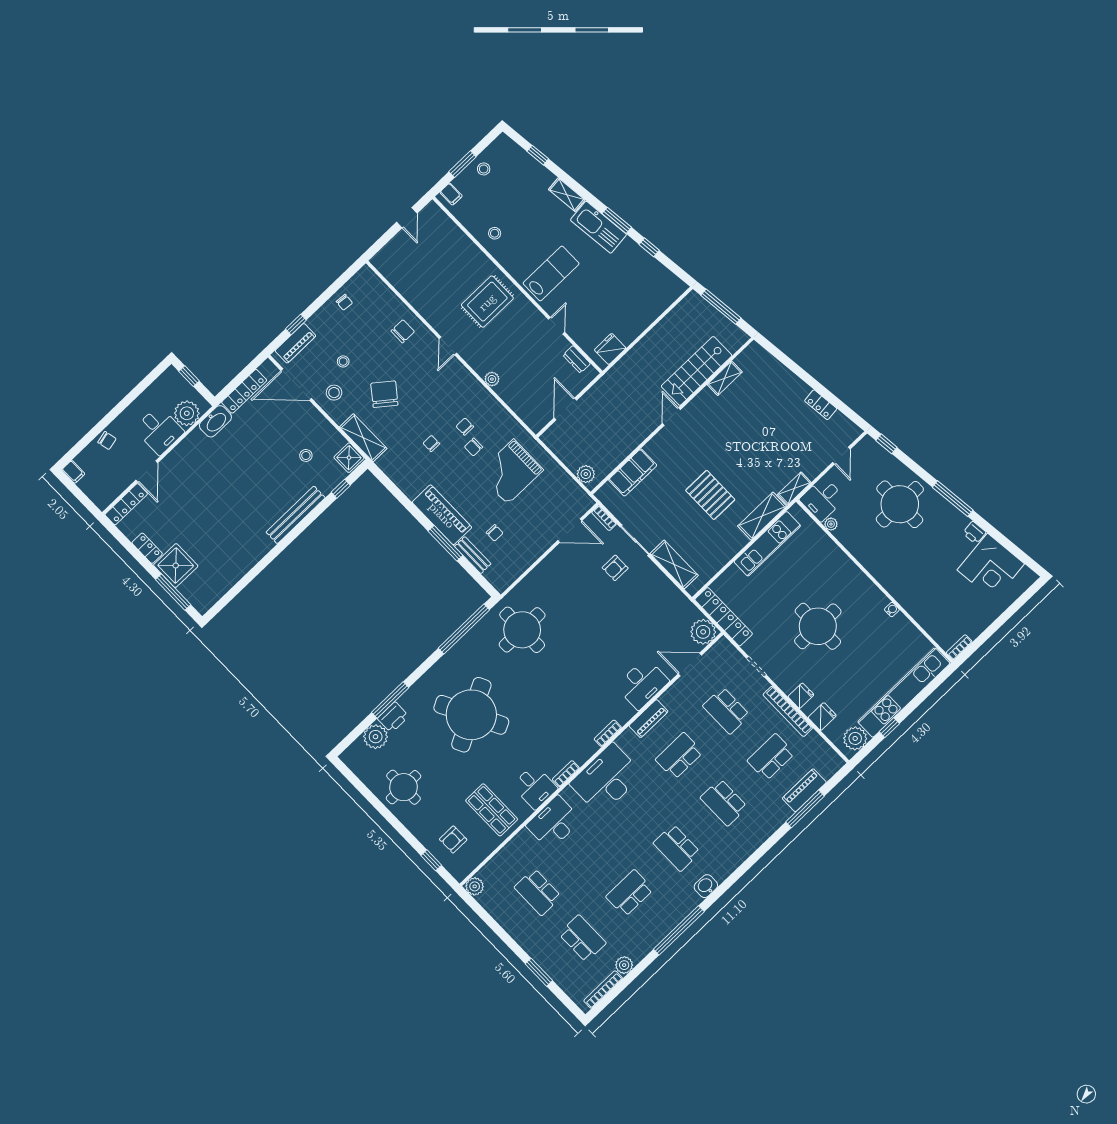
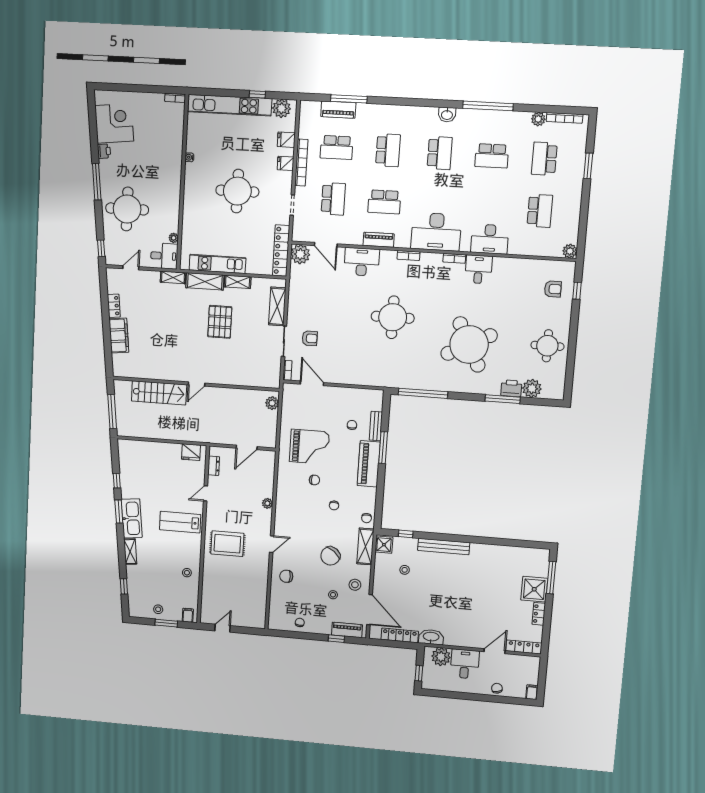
shelving: (725, 378) -> (238, 282), moved
chair: (465, 427) -> (367, 518), moved
filing cabinet: (633, 472) -> (119, 336), moved, turned 84
round table: (522, 630) -> (393, 317), moved
shop shelf: (492, 810) -> (515, 282), removed

